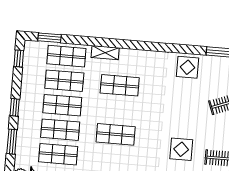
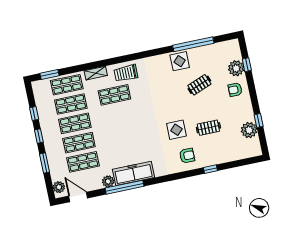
window: (19, 58) -> (34, 113), moved
trolley: (141, 63) -> (126, 73), added
display table: (188, 67) -> (180, 61), moved
shop shelf: (116, 134) -> (123, 133), removed

